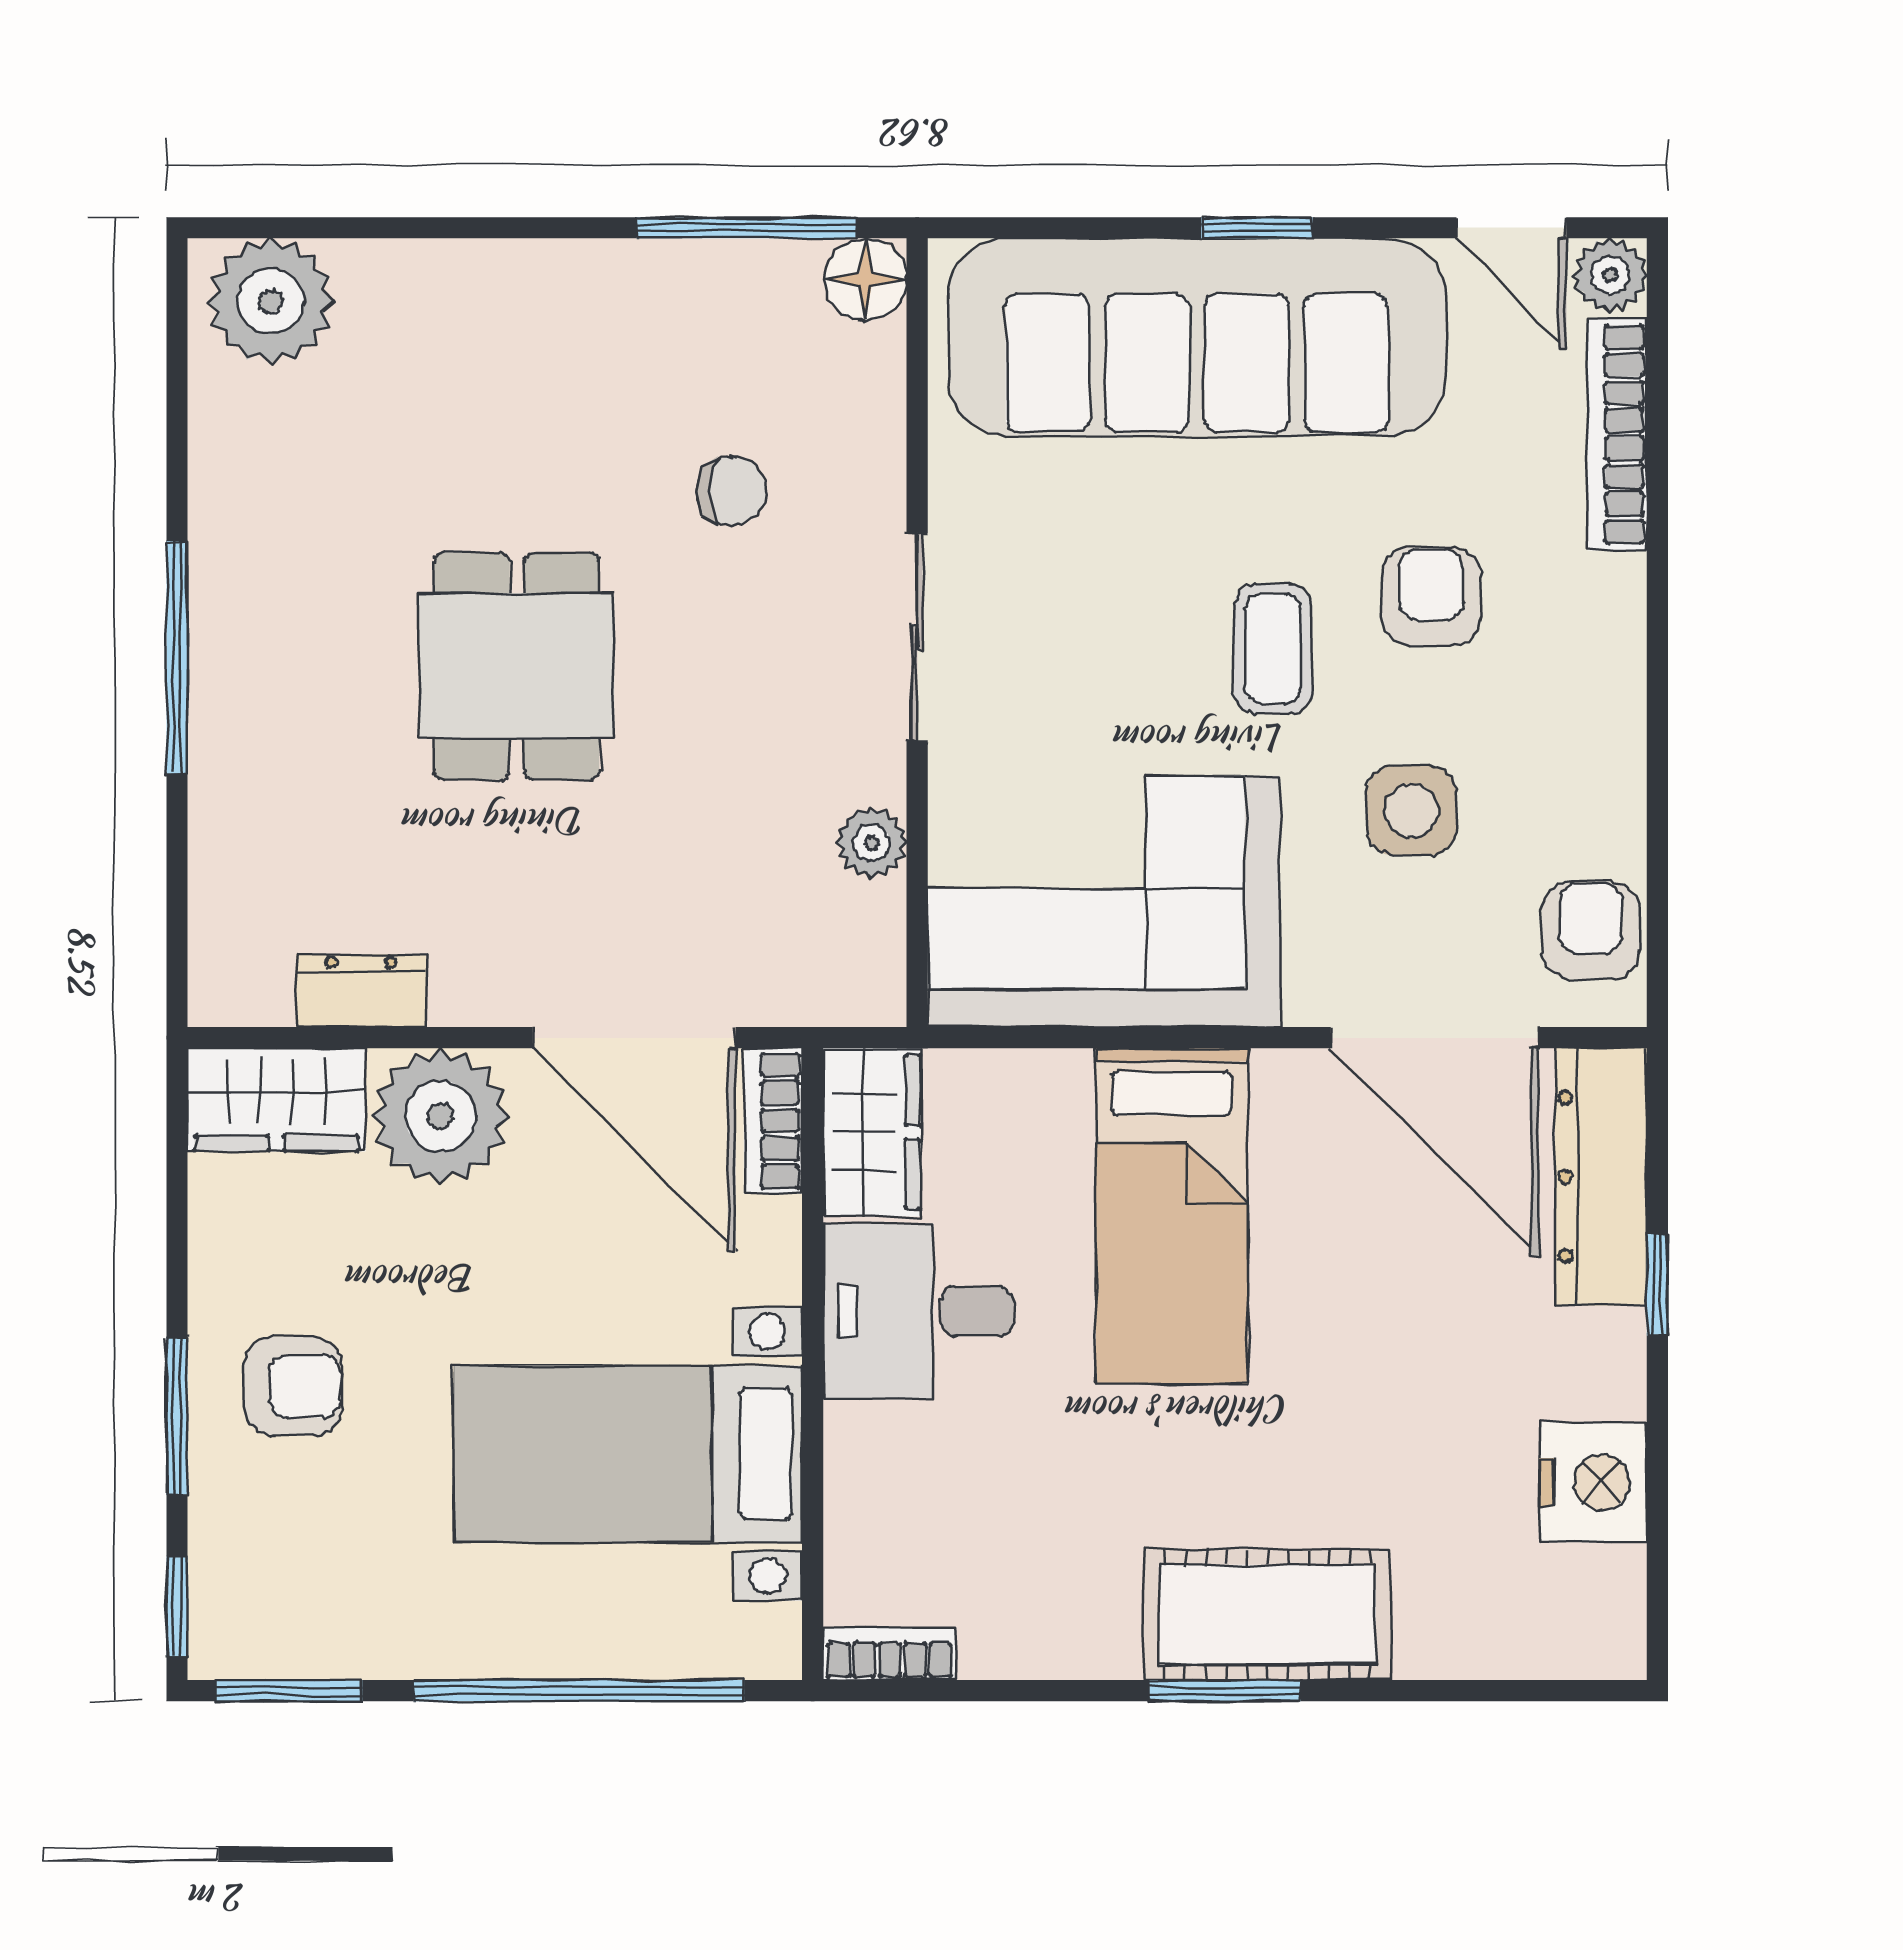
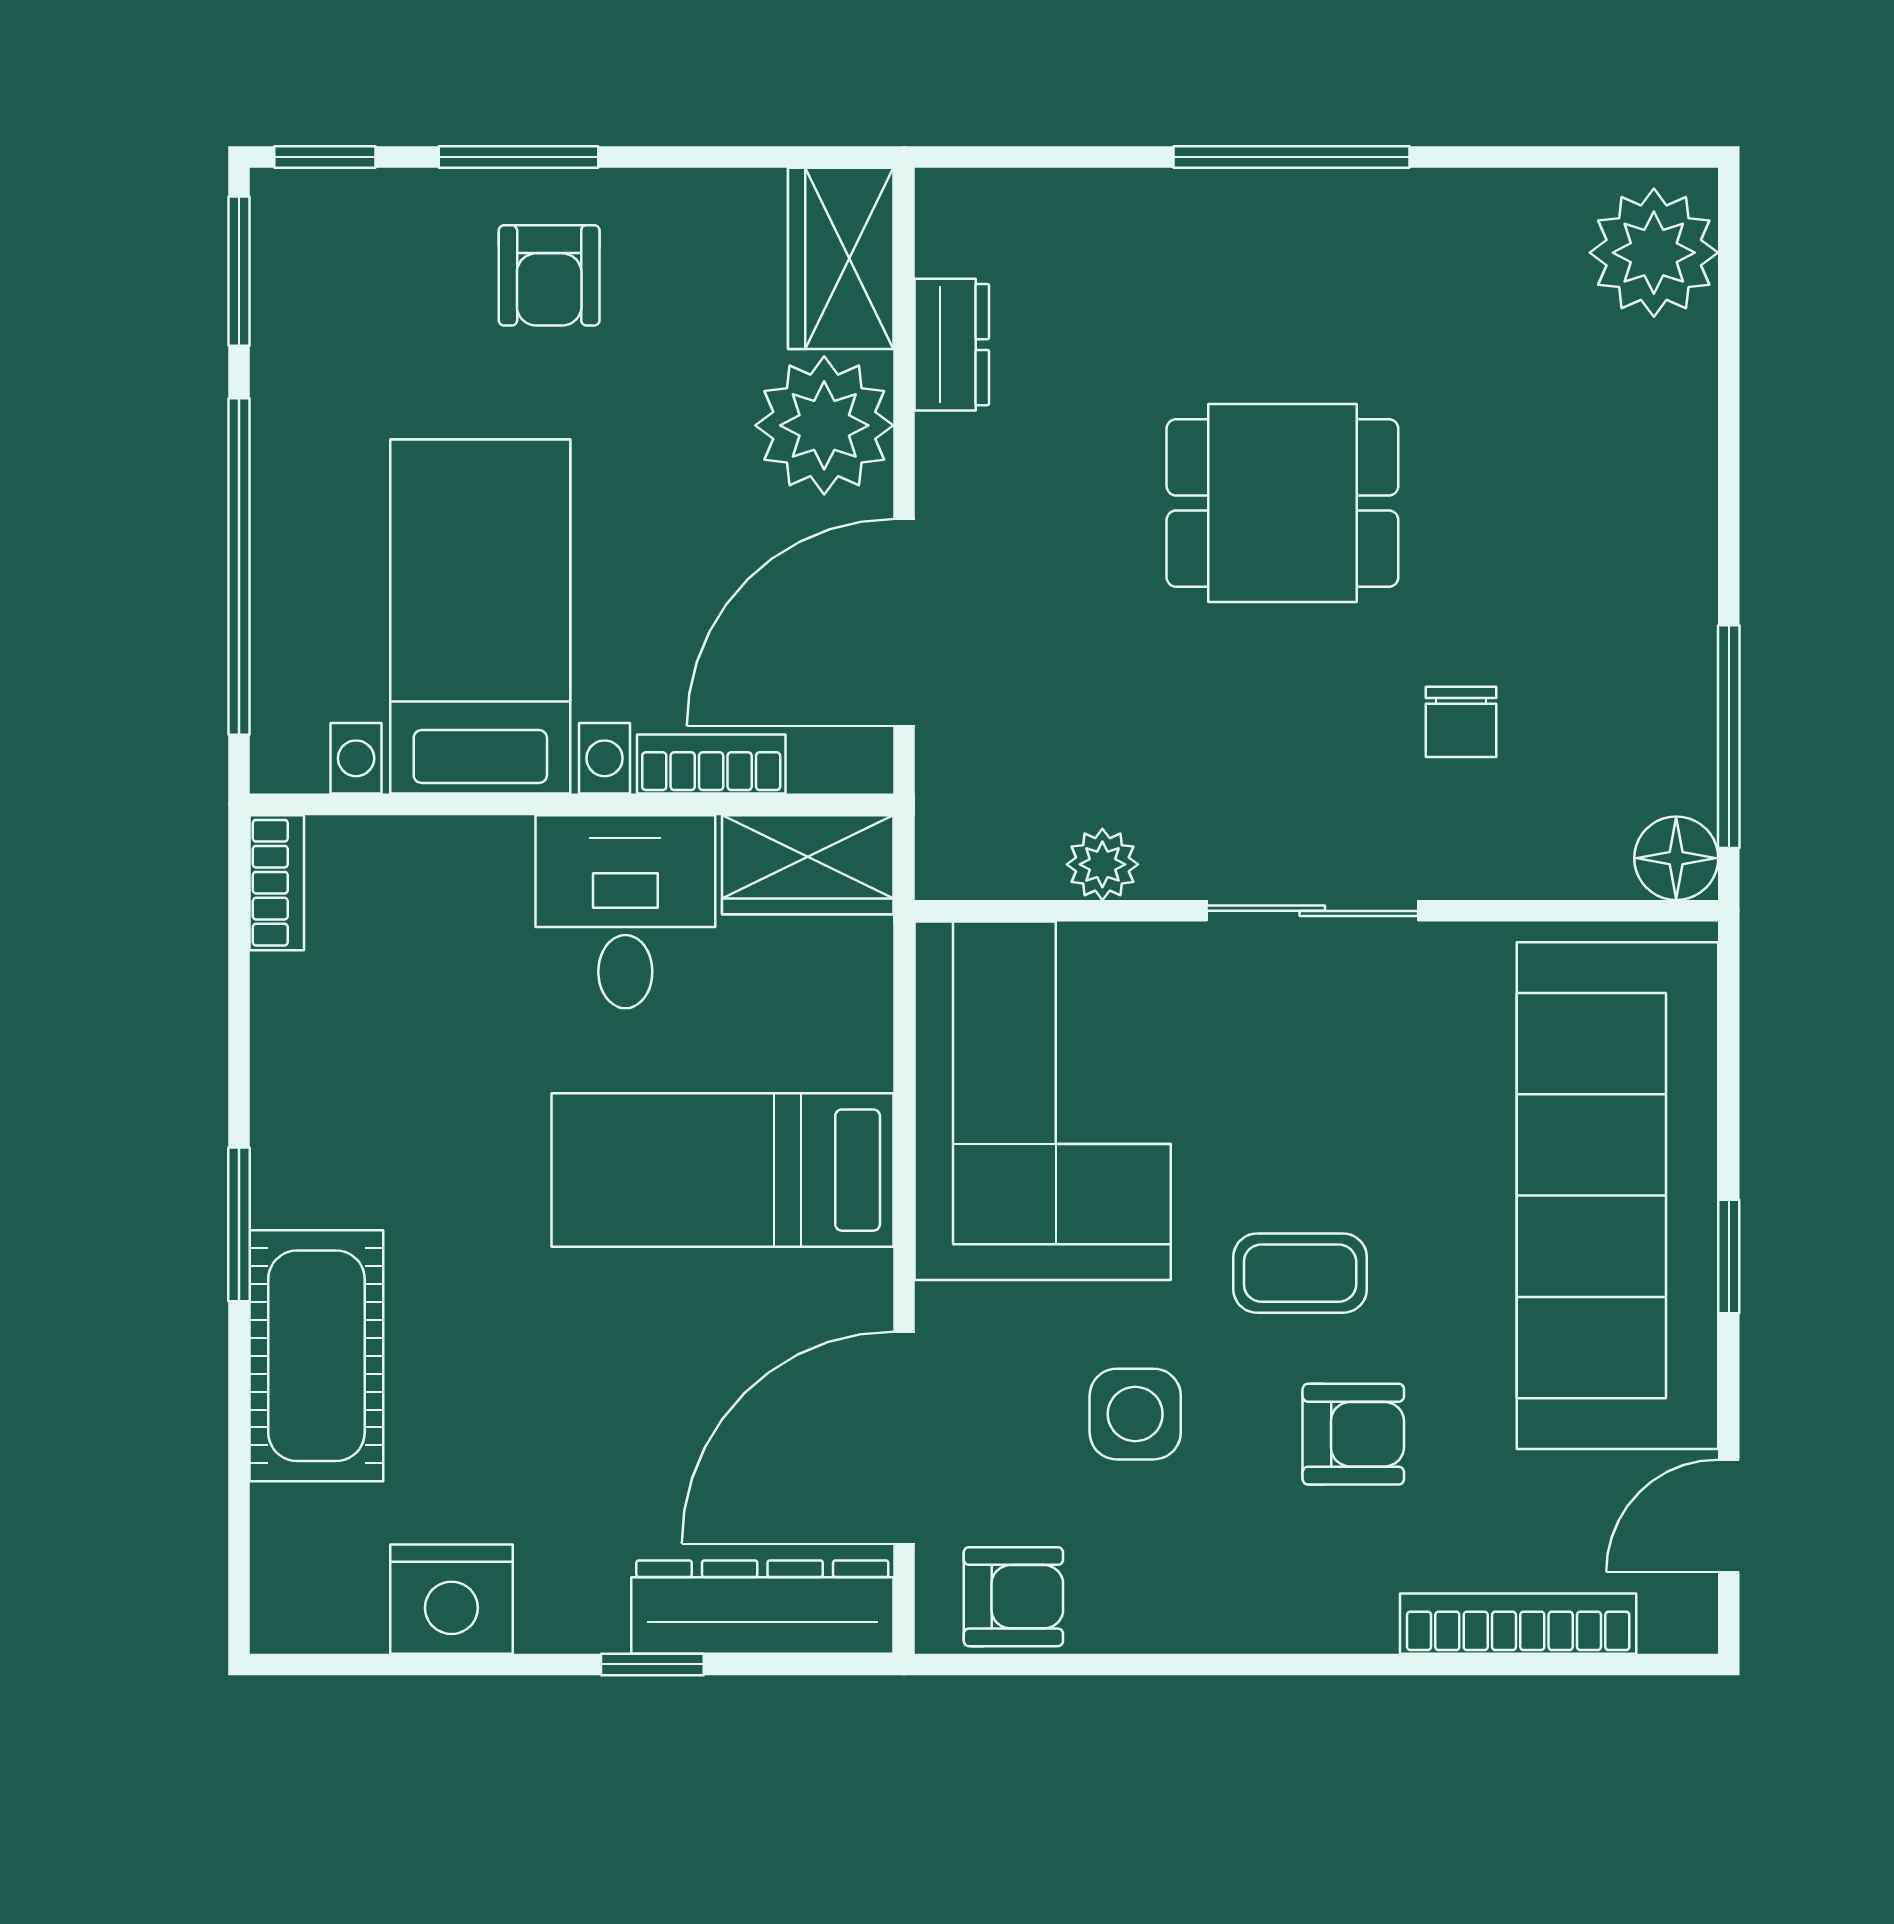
plant: (1610, 275) -> (1681, 1616), removed
bookcase: (773, 1121) -> (711, 764), moved
cot: (1267, 1615) -> (316, 1356), moved

